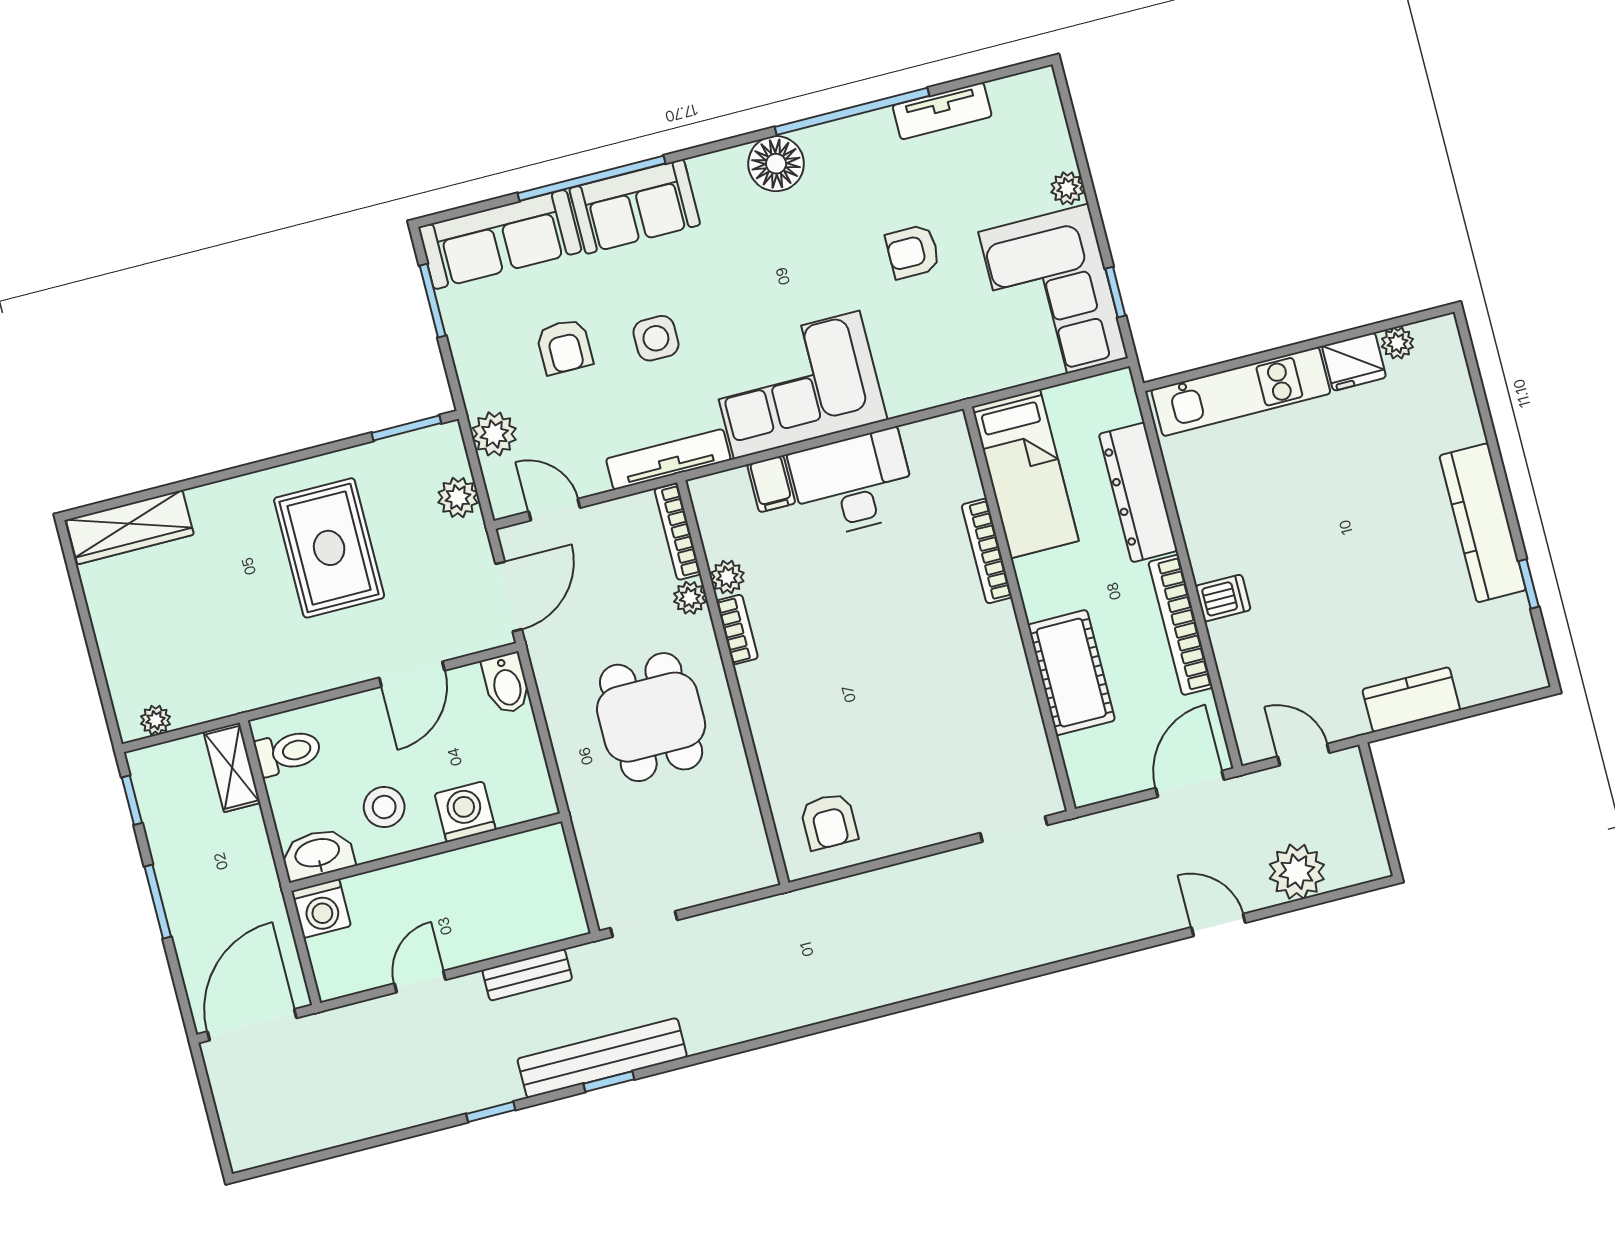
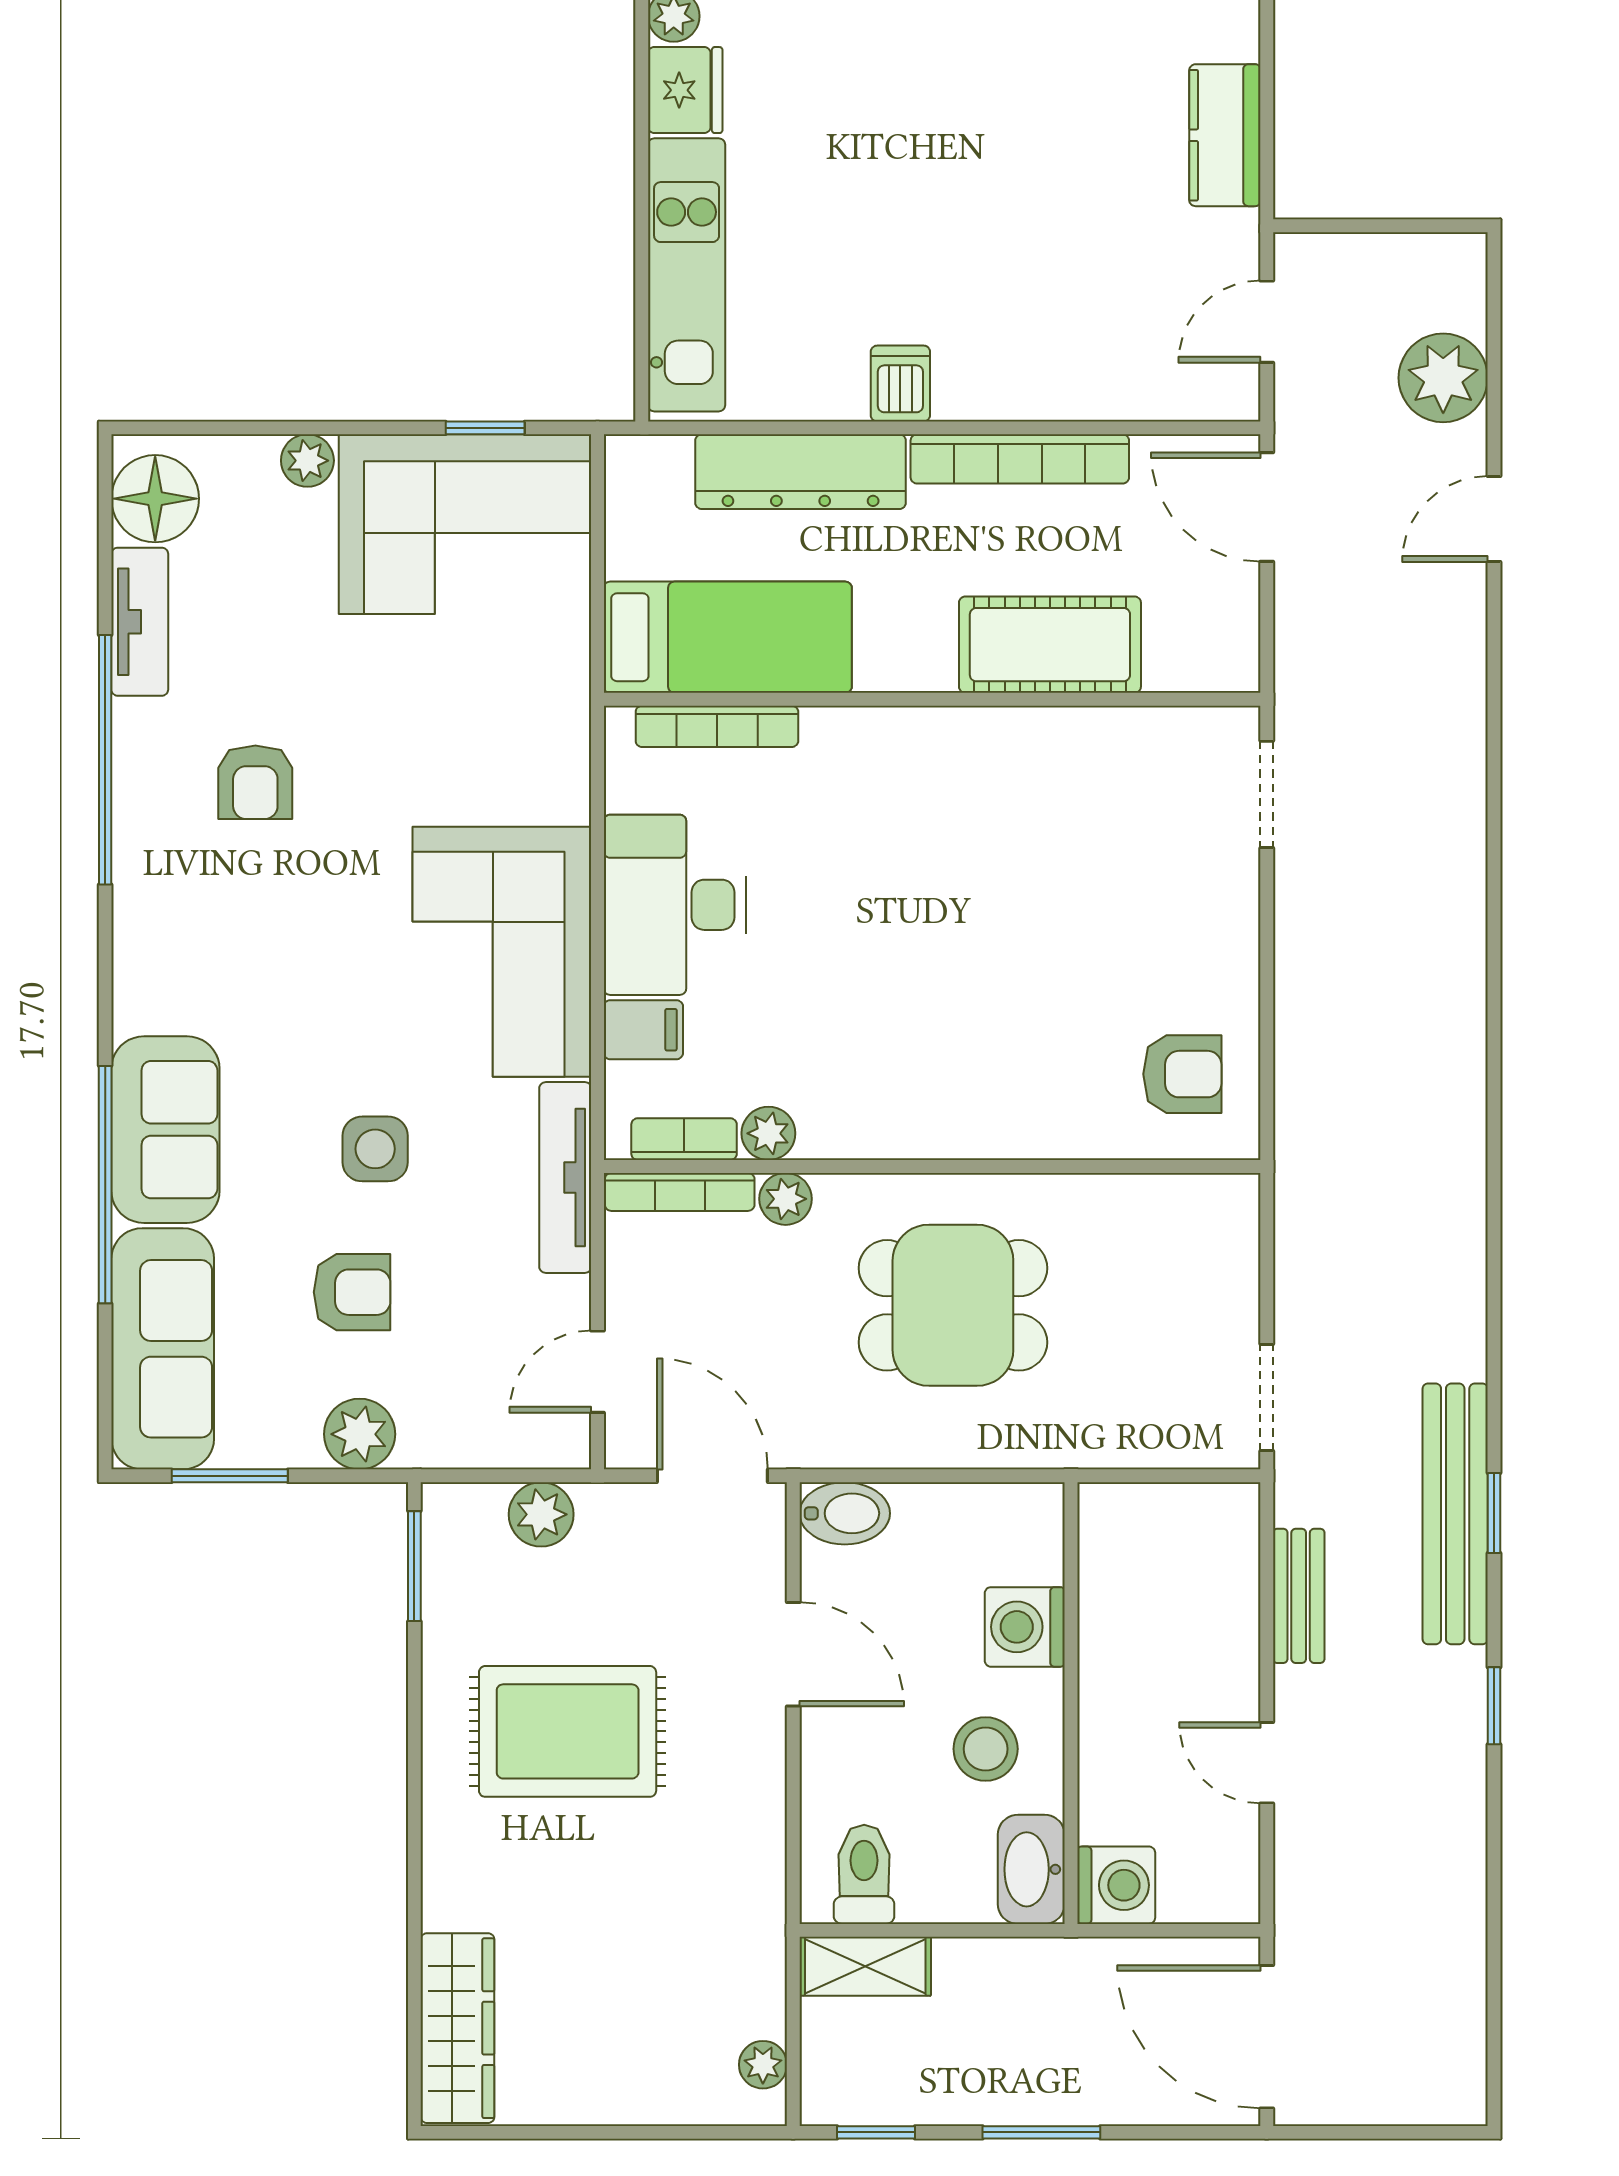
floor lamp: (776, 164) -> (155, 499), moved
armchair: (913, 252) -> (255, 782), moved
plant: (494, 434) -> (360, 1434), moved
bookcase: (987, 551) -> (717, 726), moved
dishwasher: (1223, 598) -> (900, 383), moved
bookcase: (737, 630) -> (684, 1139), moved

